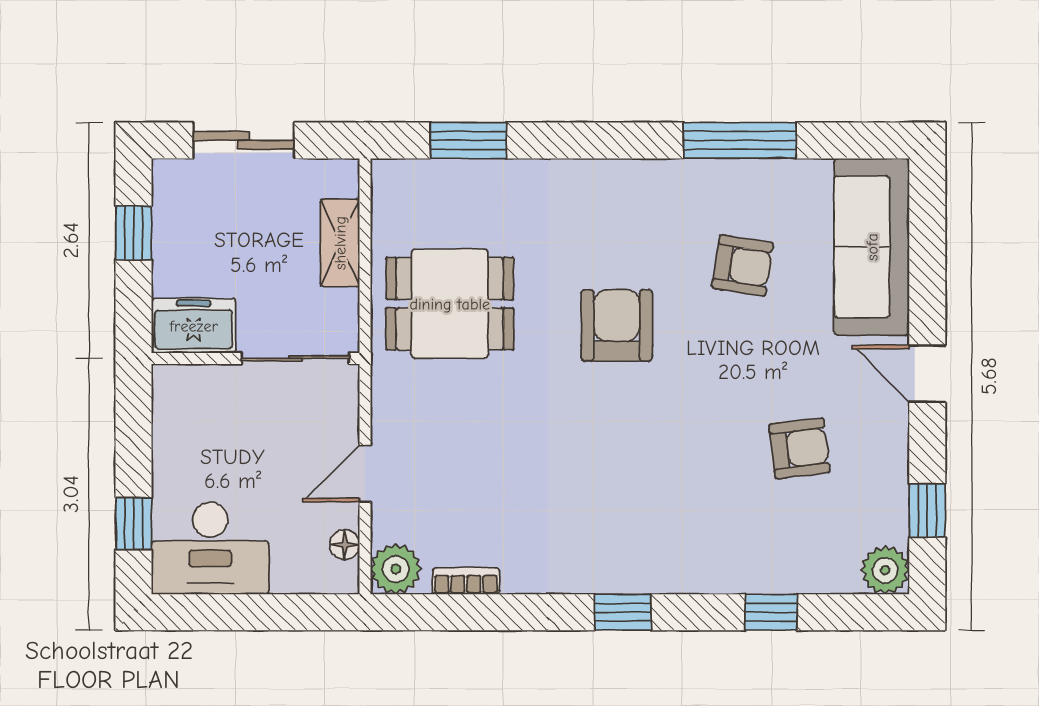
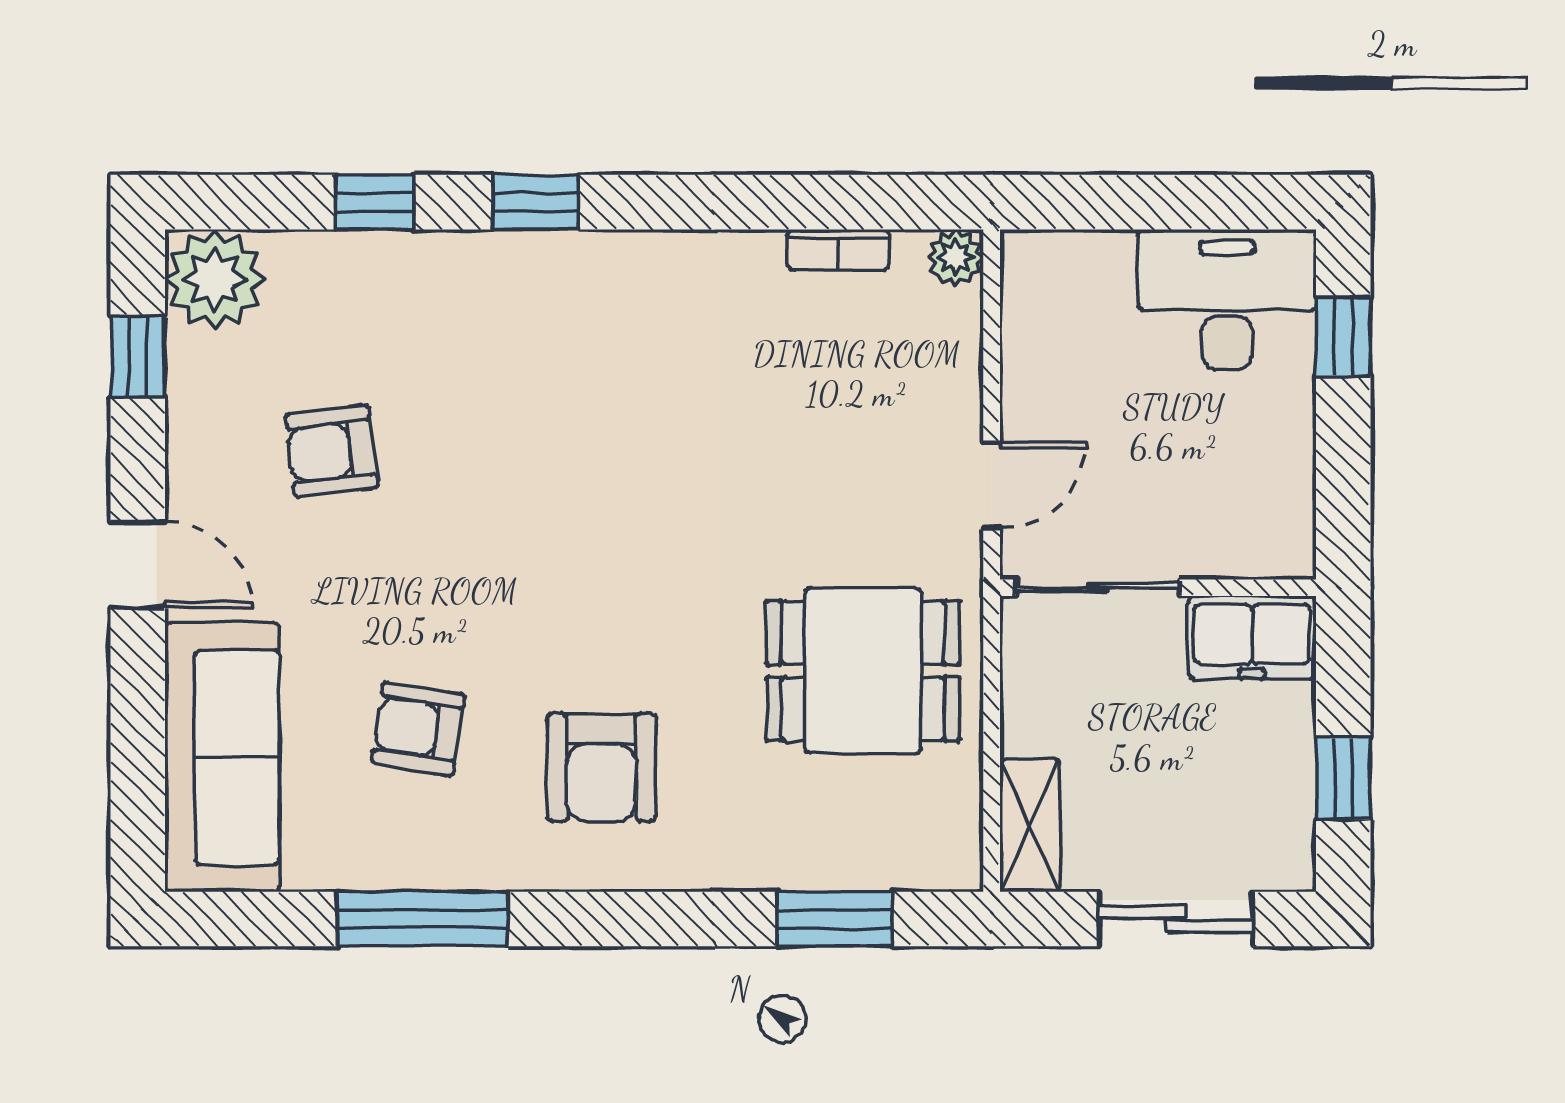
shelving: (340, 243) -> (1030, 825), moved
armchair: (617, 325) -> (601, 767), moved
door: (365, 474) -> (992, 485), moved
floor lamp: (345, 545) -> (1023, 305), removed
plant: (396, 569) -> (956, 257), width x0.73, depth x0.73
plant: (885, 570) -> (215, 279), width x1.36, depth x1.36
window: (623, 612) -> (536, 202), moved

